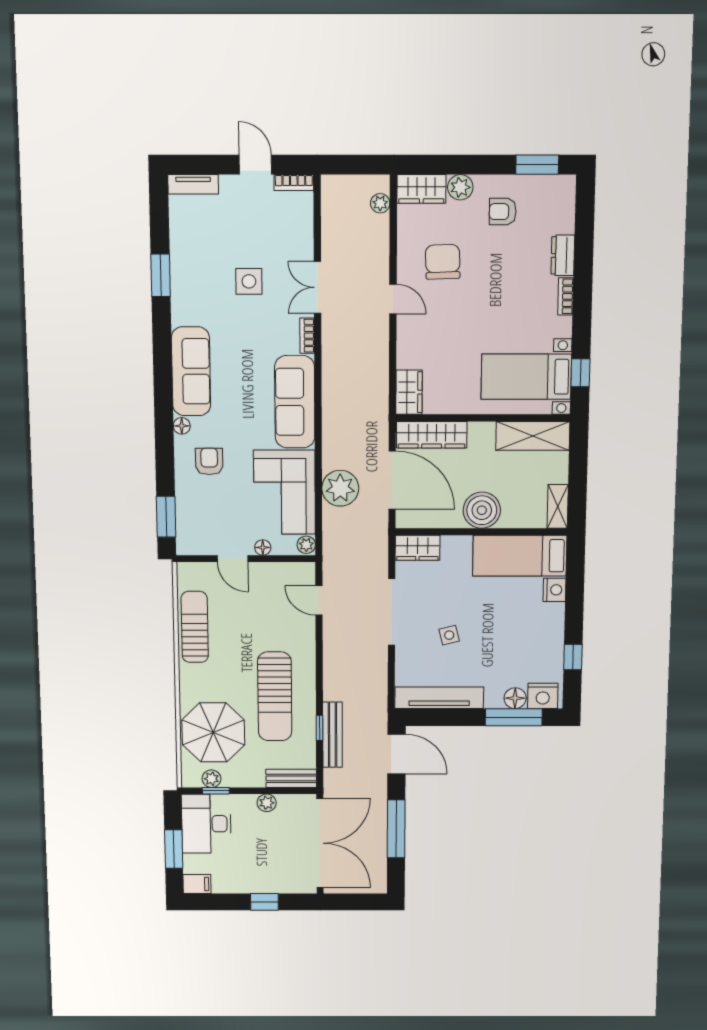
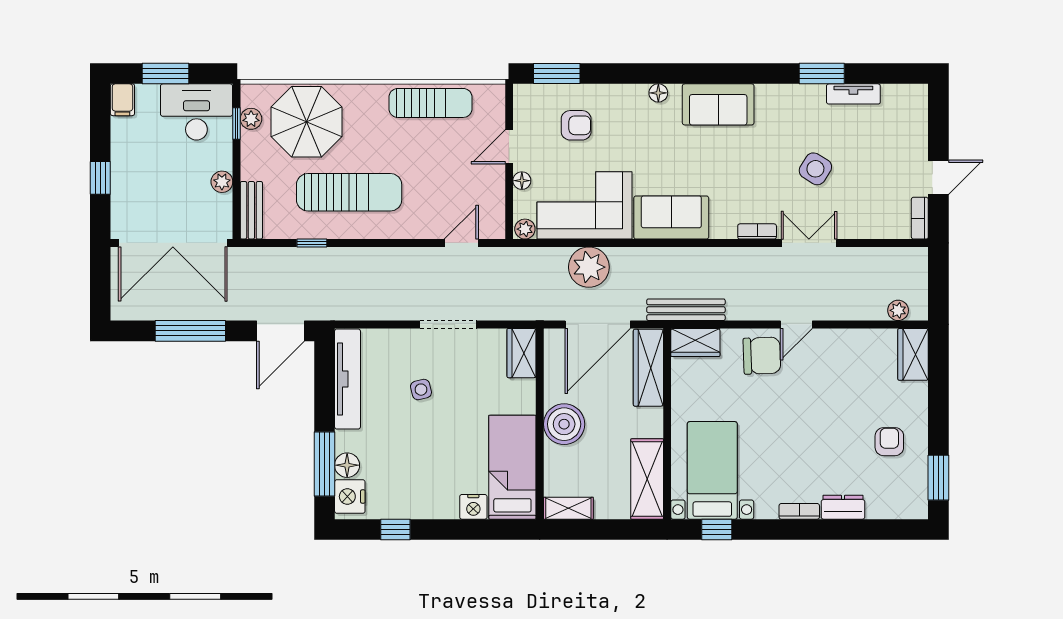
tv unit: (193, 184) -> (853, 94), moved, turned -90
plant: (460, 187) -> (915, 396), removed
chair: (443, 262) -> (762, 356), moved
side table: (249, 281) -> (815, 169), turned 32
sofa: (191, 371) -> (718, 104), width x0.73
sofa: (295, 402) -> (671, 217), width x0.73
armchair: (209, 461) -> (576, 125), moved
doorway: (392, 612) -> (448, 324), width x0.73
sun lounger: (275, 696) -> (349, 192), turned 180
bench: (332, 735) -> (686, 310), moved

